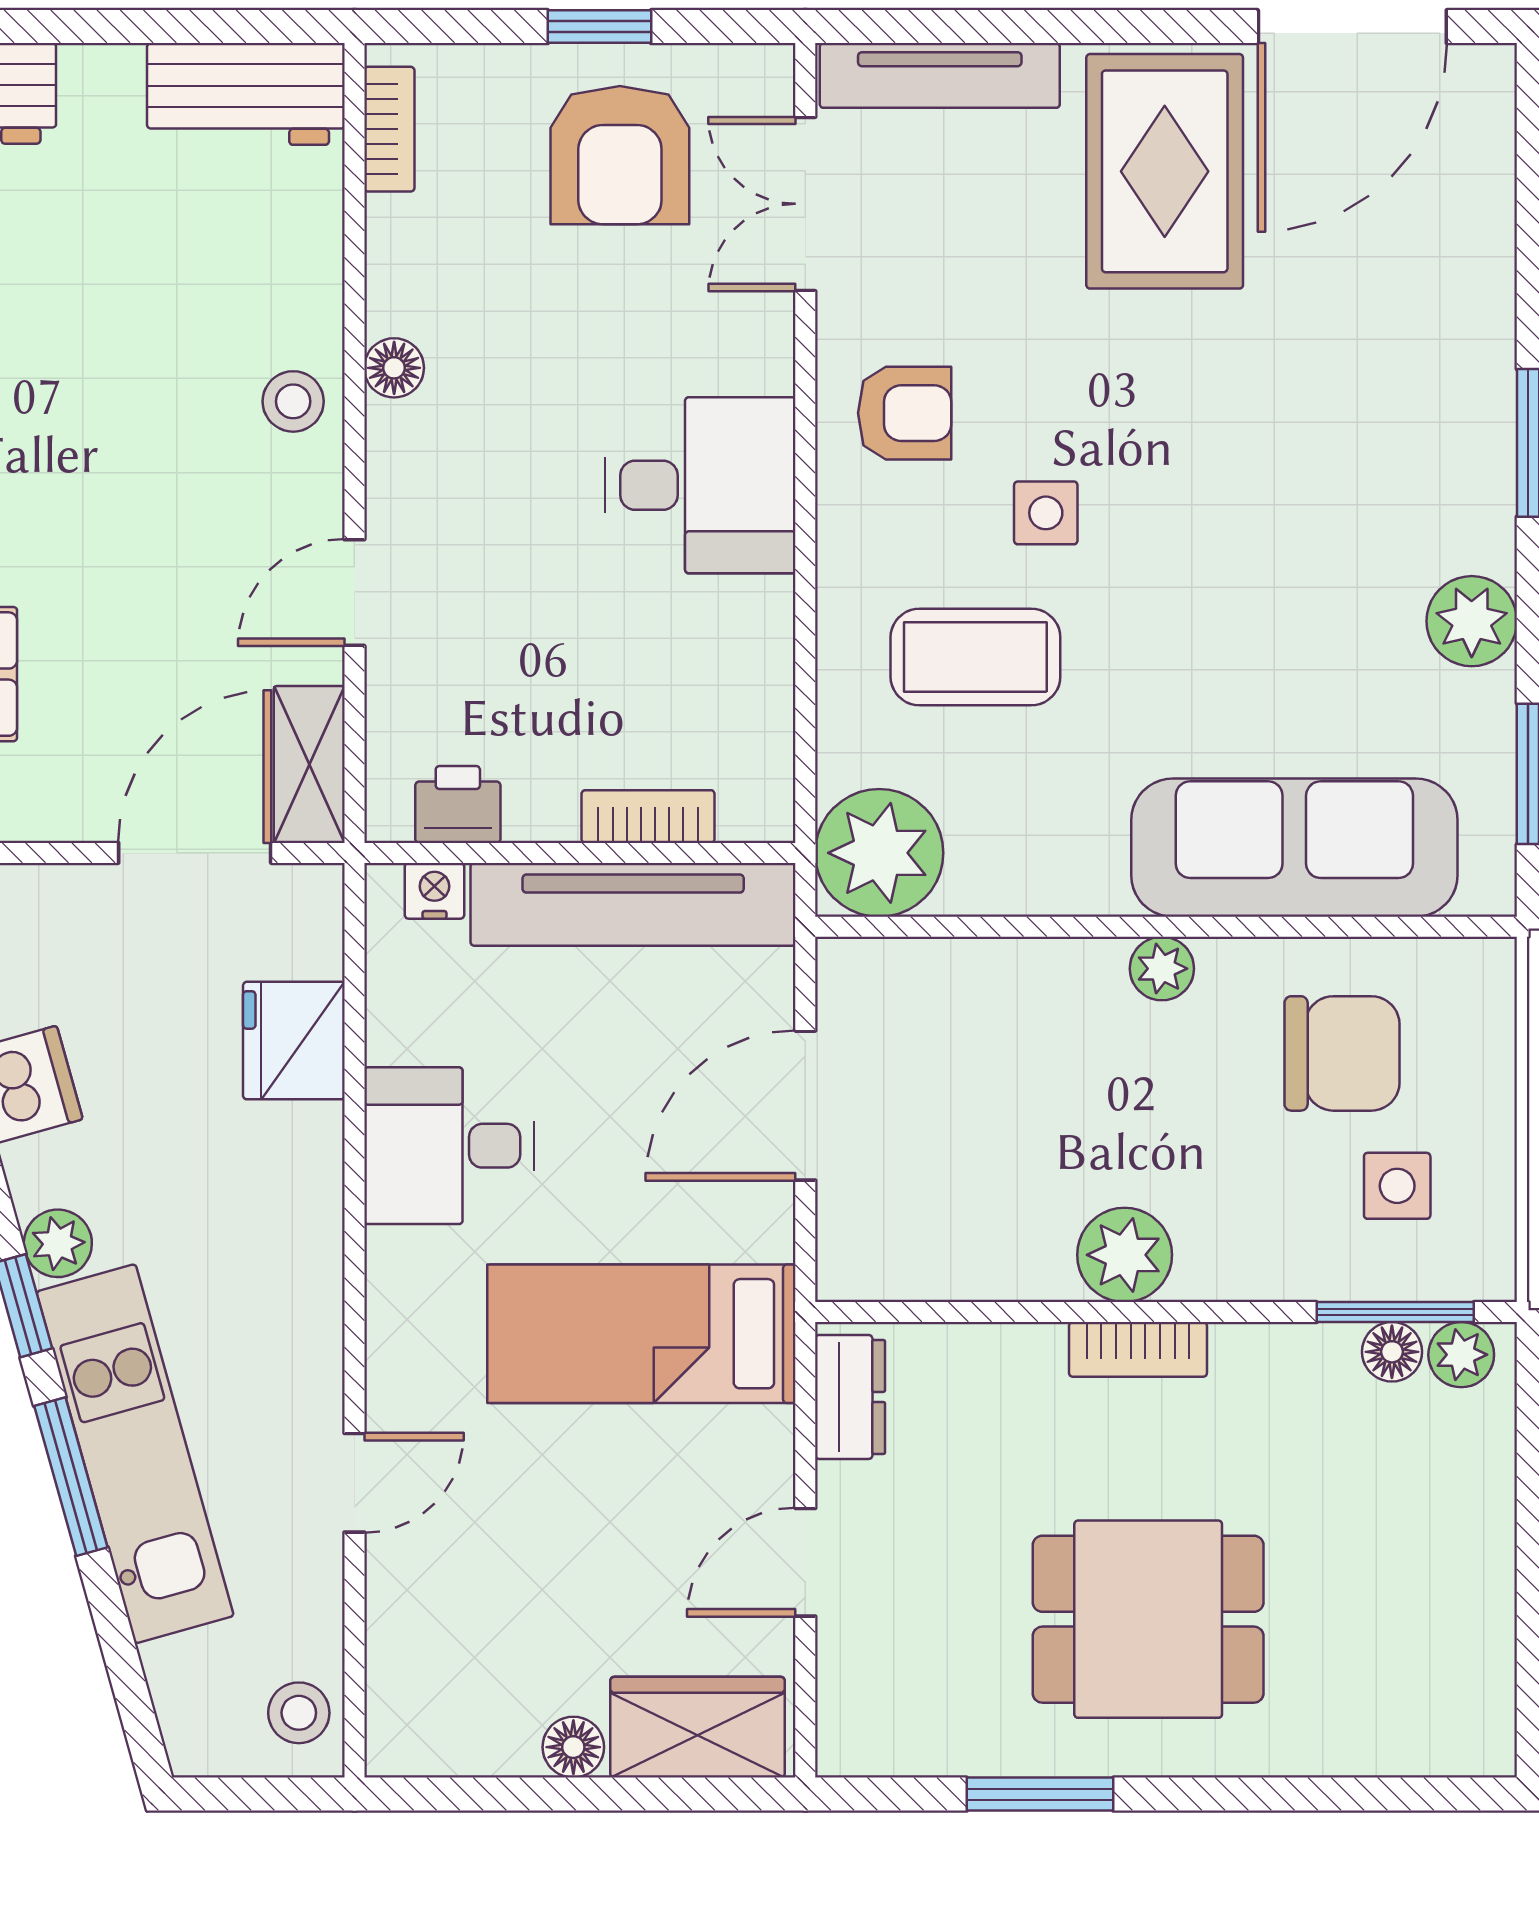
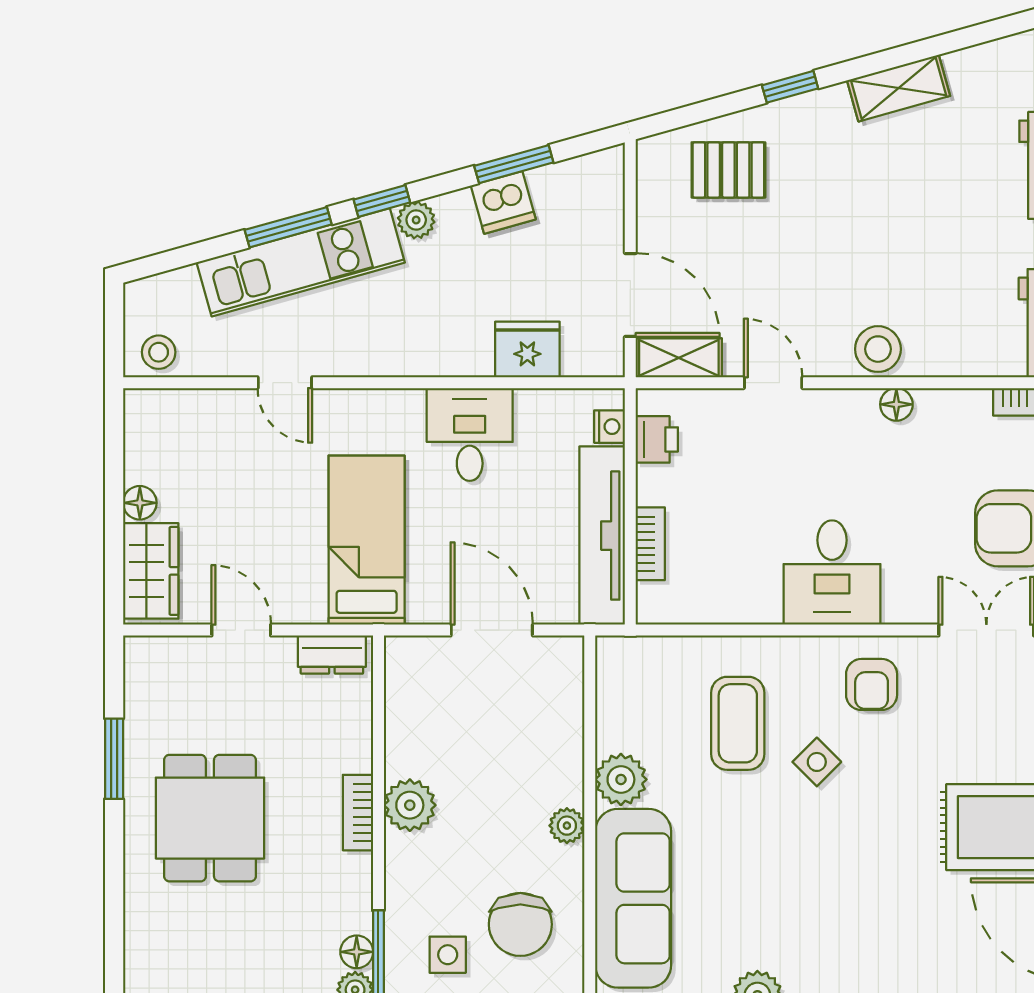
stool: (293, 401) -> (878, 349), width x1.37, depth x1.37
side table: (1046, 513) -> (817, 762), turned 45
plant: (879, 853) -> (621, 779), moved, width x0.73, depth x0.73

